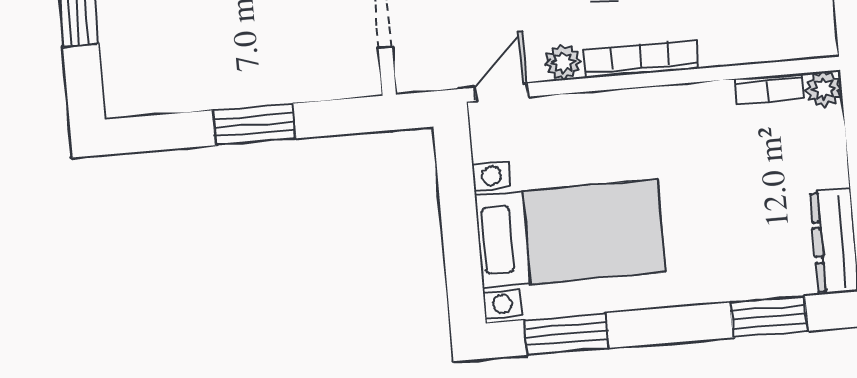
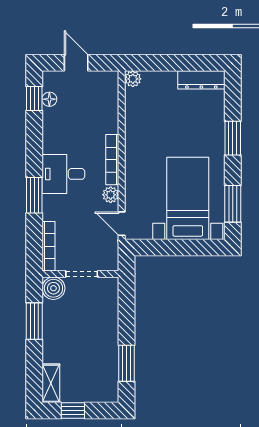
bookcase: (769, 89) -> (131, 103), removed
window: (254, 124) -> (127, 363), moved
window: (769, 317) -> (233, 138), moved

